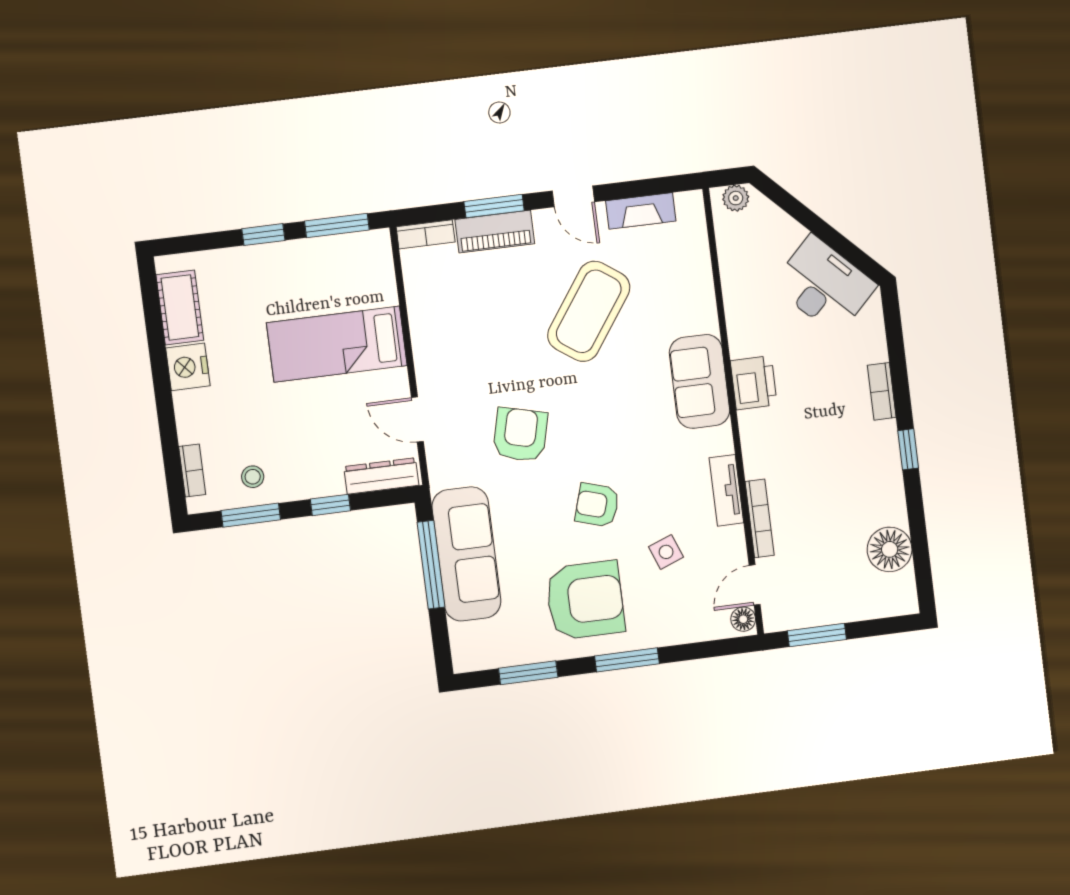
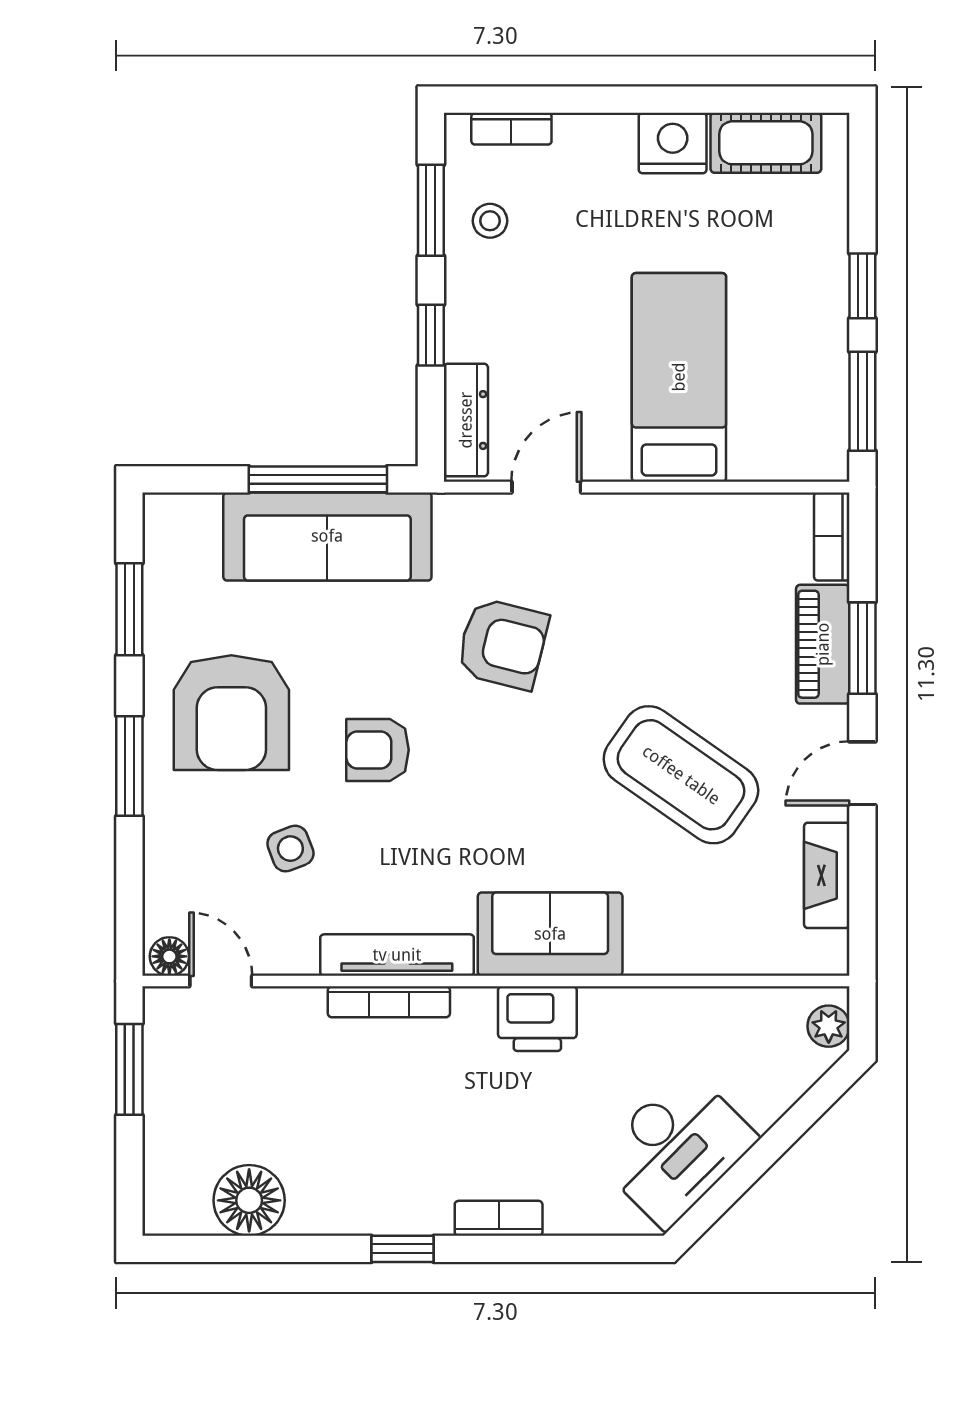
tv unit: (726, 490) -> (397, 955), width x1.41
armchair: (597, 505) -> (378, 750), turned -107
bookcase: (760, 518) -> (389, 1002), moved

